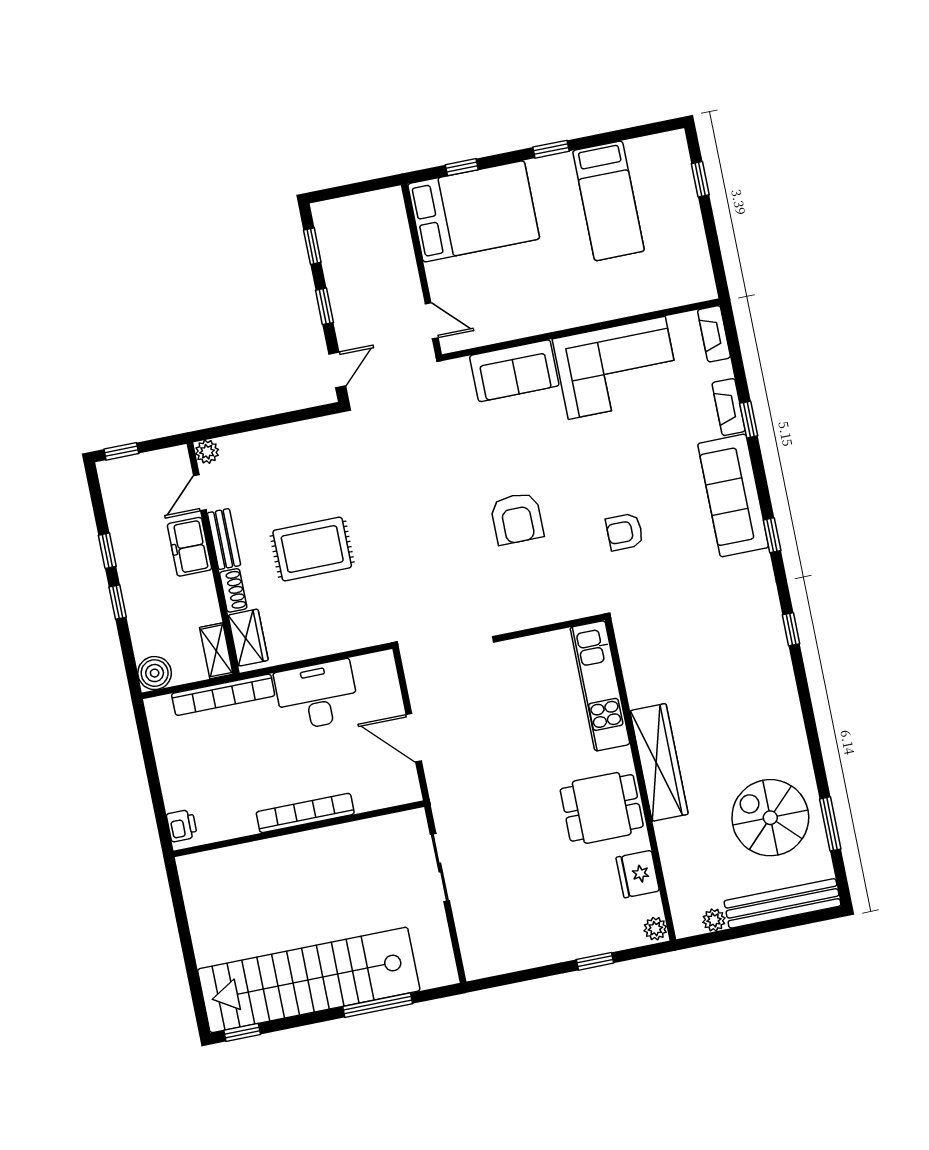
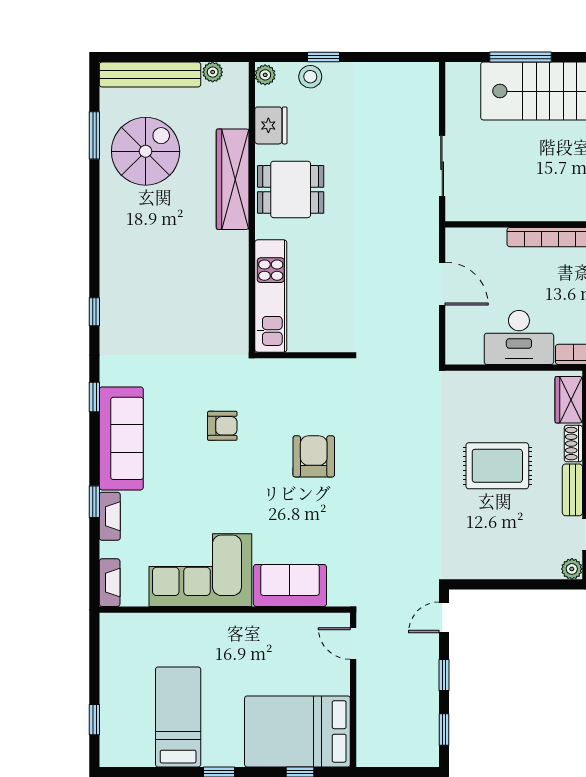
wardrobe: (659, 762) -> (233, 179), moved
spiral stairs: (770, 818) -> (146, 151), turned -90
stool: (605, 937) -> (310, 77), added

